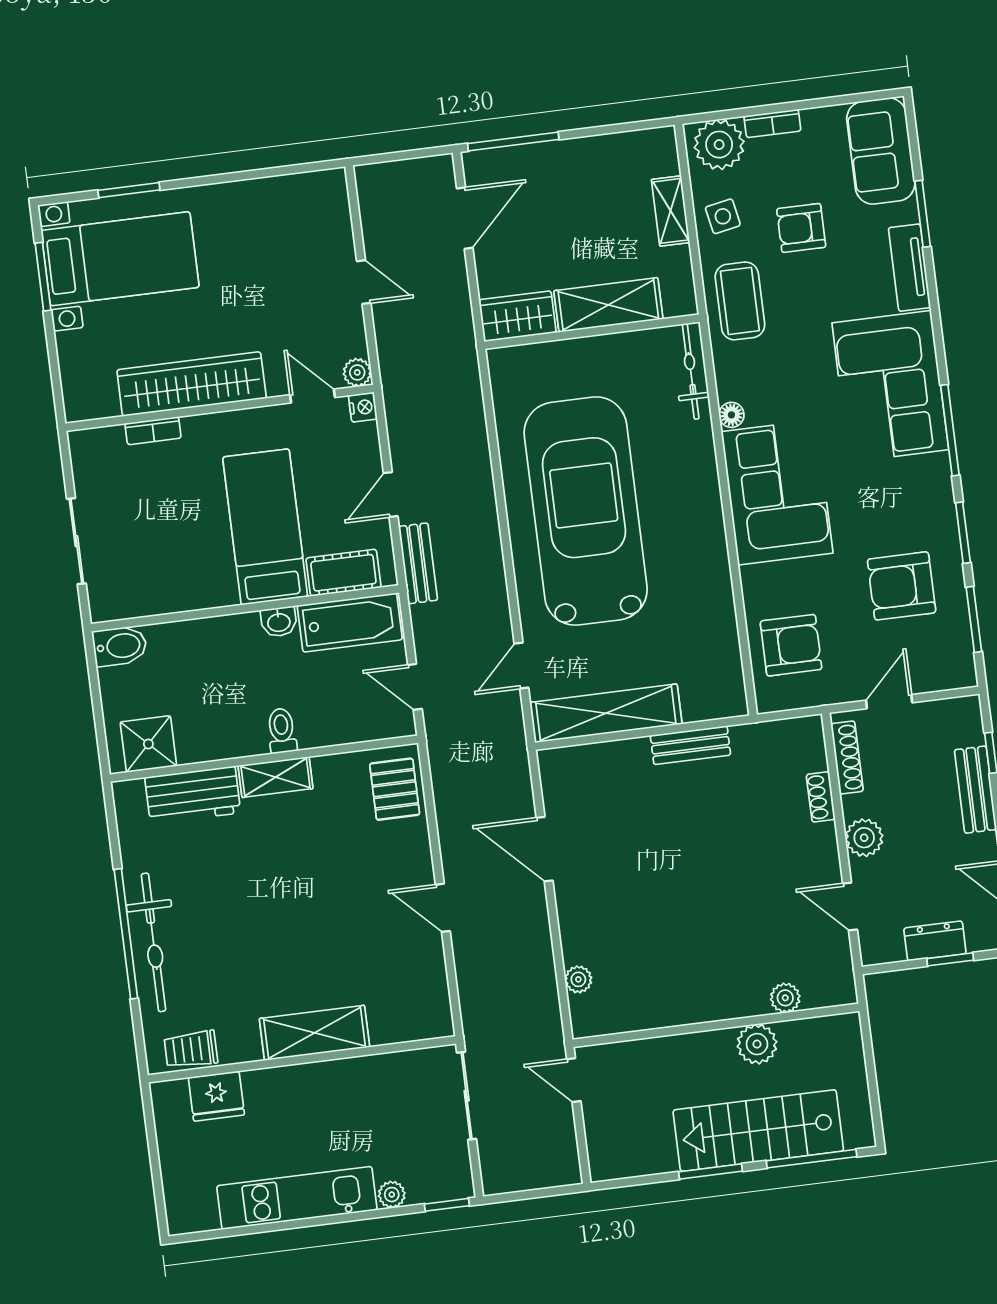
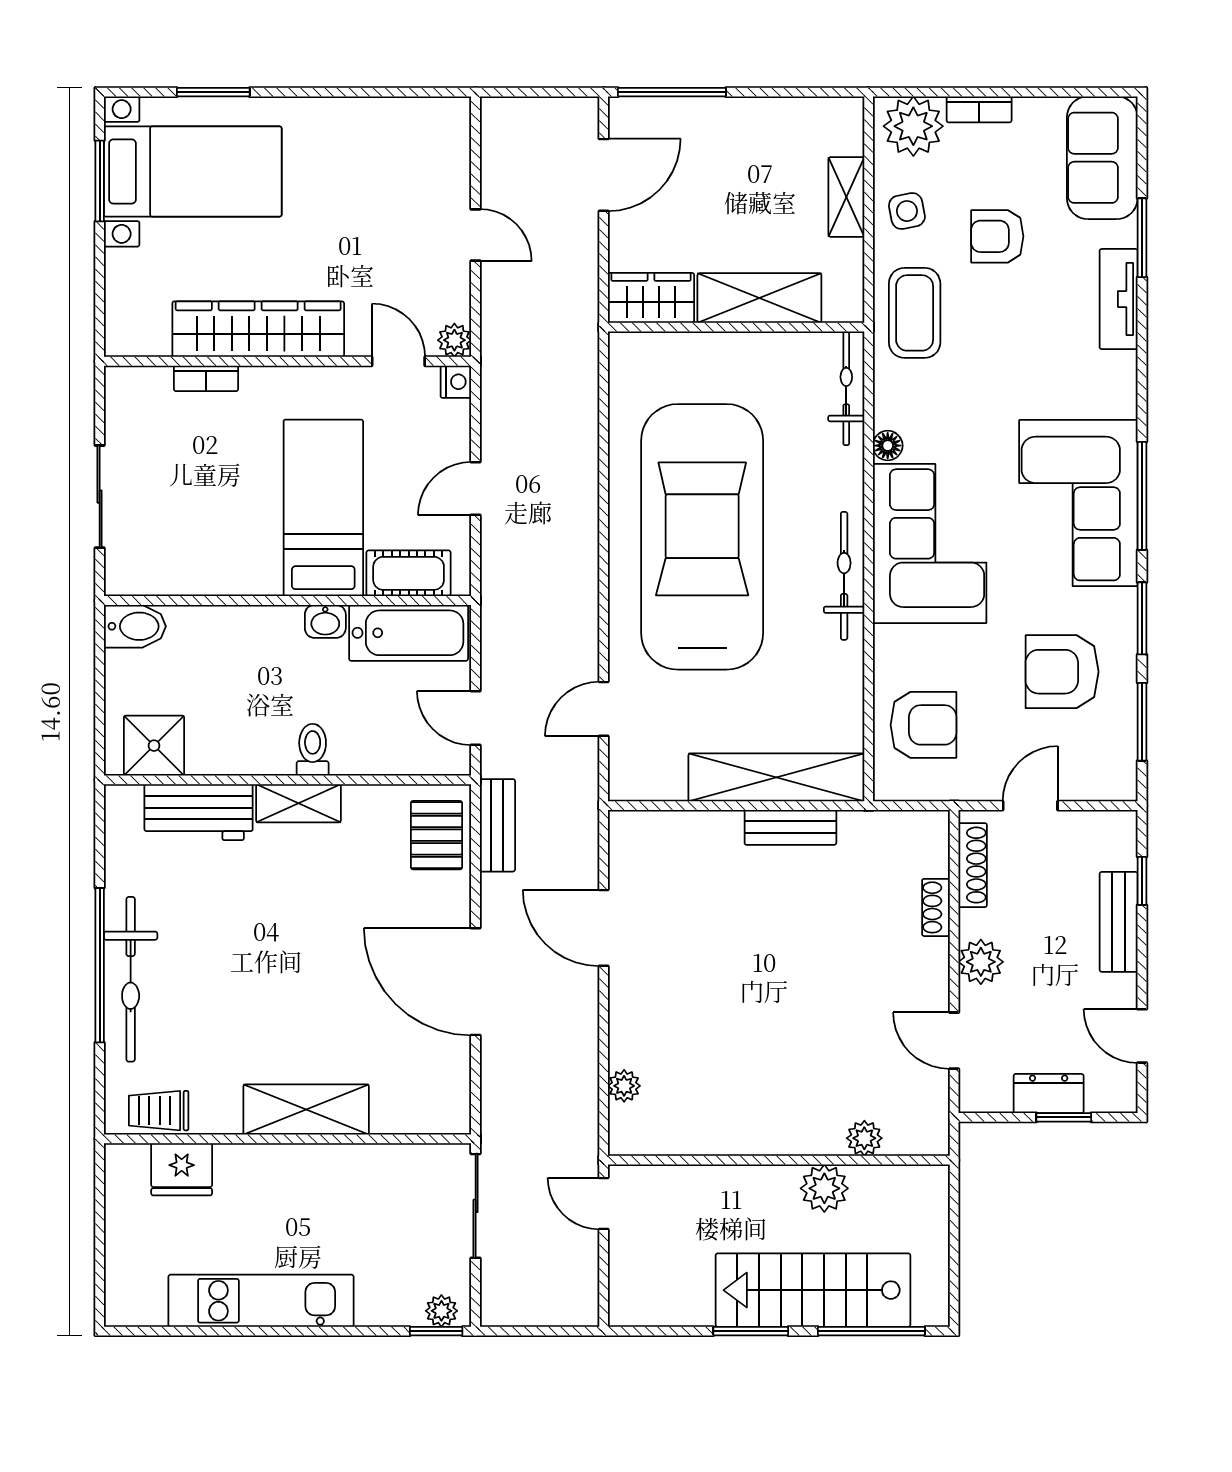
corner sofa: (890, 386) -> (1078, 503), moved
bicycle: (709, 529) -> (844, 576), added
bench: (418, 563) -> (497, 825), moved
shelving: (606, 713) -> (776, 777), moved
door: (443, 908) -> (476, 982), width x1.87
plant: (392, 1195) -> (441, 1311), moved

